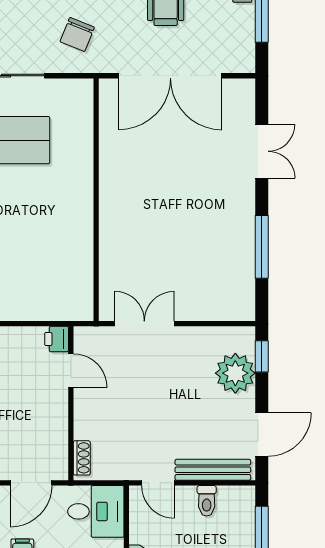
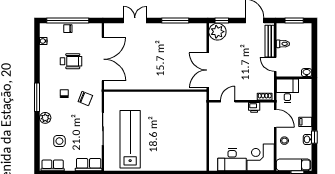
double door: (144, 324) -> (208, 70), width x1.37
printer: (57, 339) -> (254, 107), moved
plant: (235, 373) -> (217, 32), moved
door: (158, 483) -> (275, 64), swing flipped

